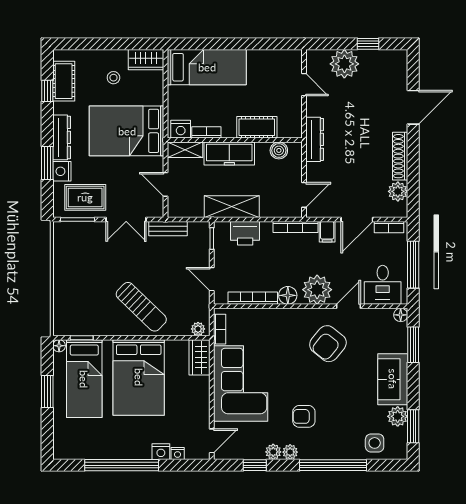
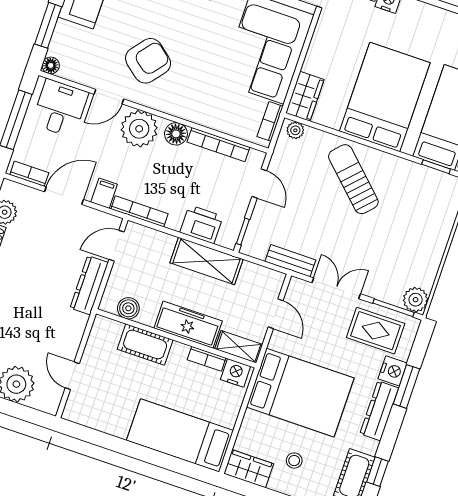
dresser: (315, 139) -> (89, 285), moved
plant: (63, 231) -> (416, 300), added

